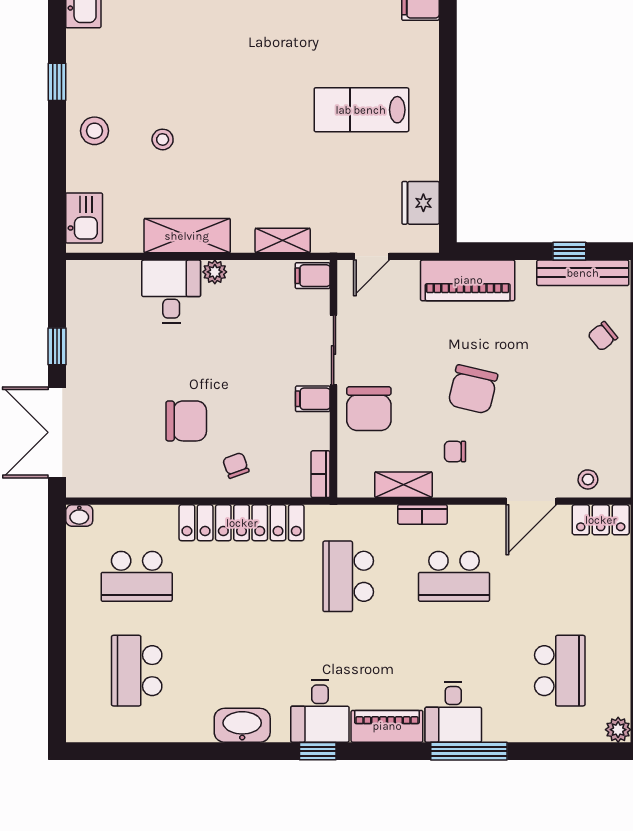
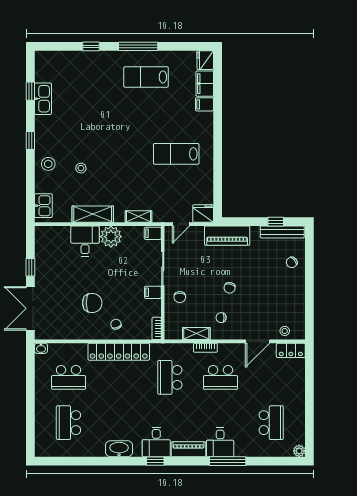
fridge: (421, 203) -> (203, 214), moved, turned 90
plant: (215, 272) -> (111, 237), width x1.87, depth x1.87
chair: (473, 389) -> (230, 288), width x0.54, depth x0.54
chair: (369, 409) -> (180, 297), width x0.54, depth x0.54

